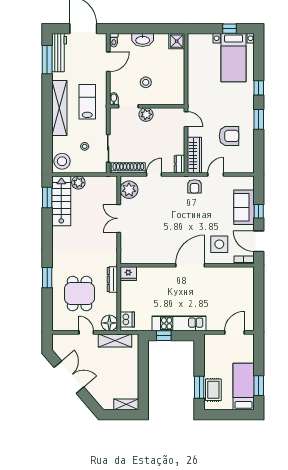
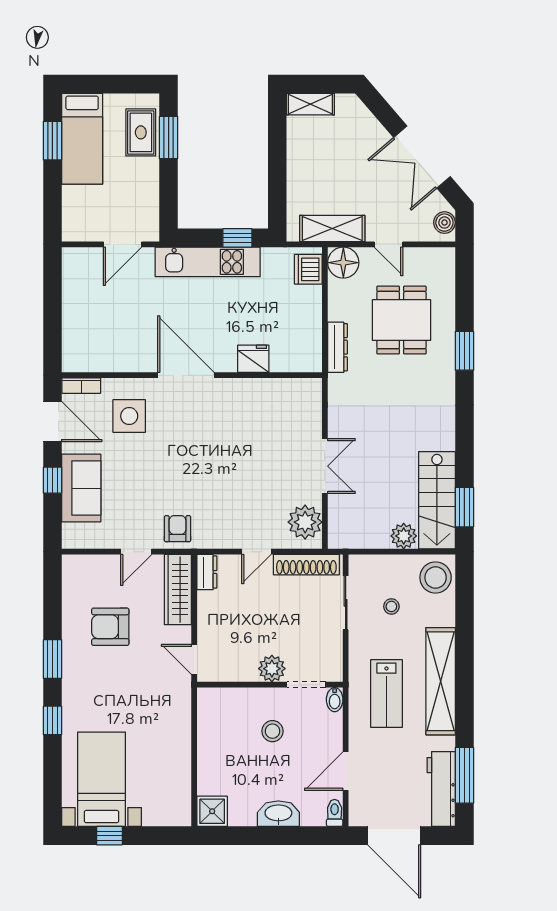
door: (190, 265) -> (186, 375), swing flipped
fridge: (128, 274) -> (253, 359), moved
door: (234, 332) -> (122, 244), moved
boiler: (57, 344) -> (444, 223), added

